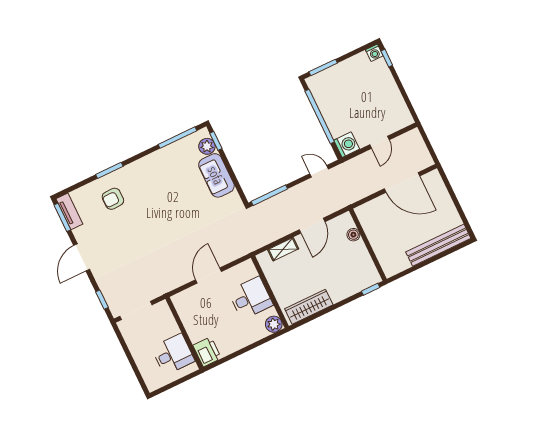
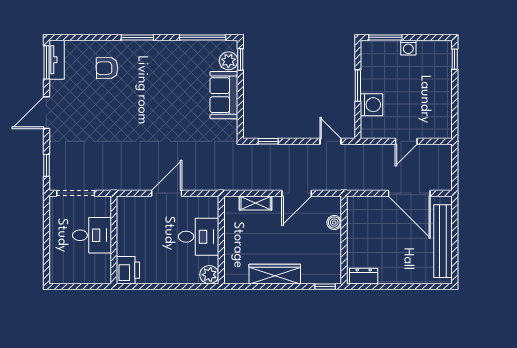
washing machine: (374, 53) -> (408, 48), moved
window: (320, 117) -> (358, 86), width x0.47
washing machine: (347, 145) -> (372, 105), moved
window: (109, 170) -> (137, 37), moved
window: (269, 195) -> (268, 141), width x0.46
bench: (438, 245) -> (443, 241), moved, turned 90
dresser: (397, 266) -> (364, 276), added
wardrobe: (309, 307) -> (275, 274), moved
desk: (173, 354) -> (92, 235), moved

